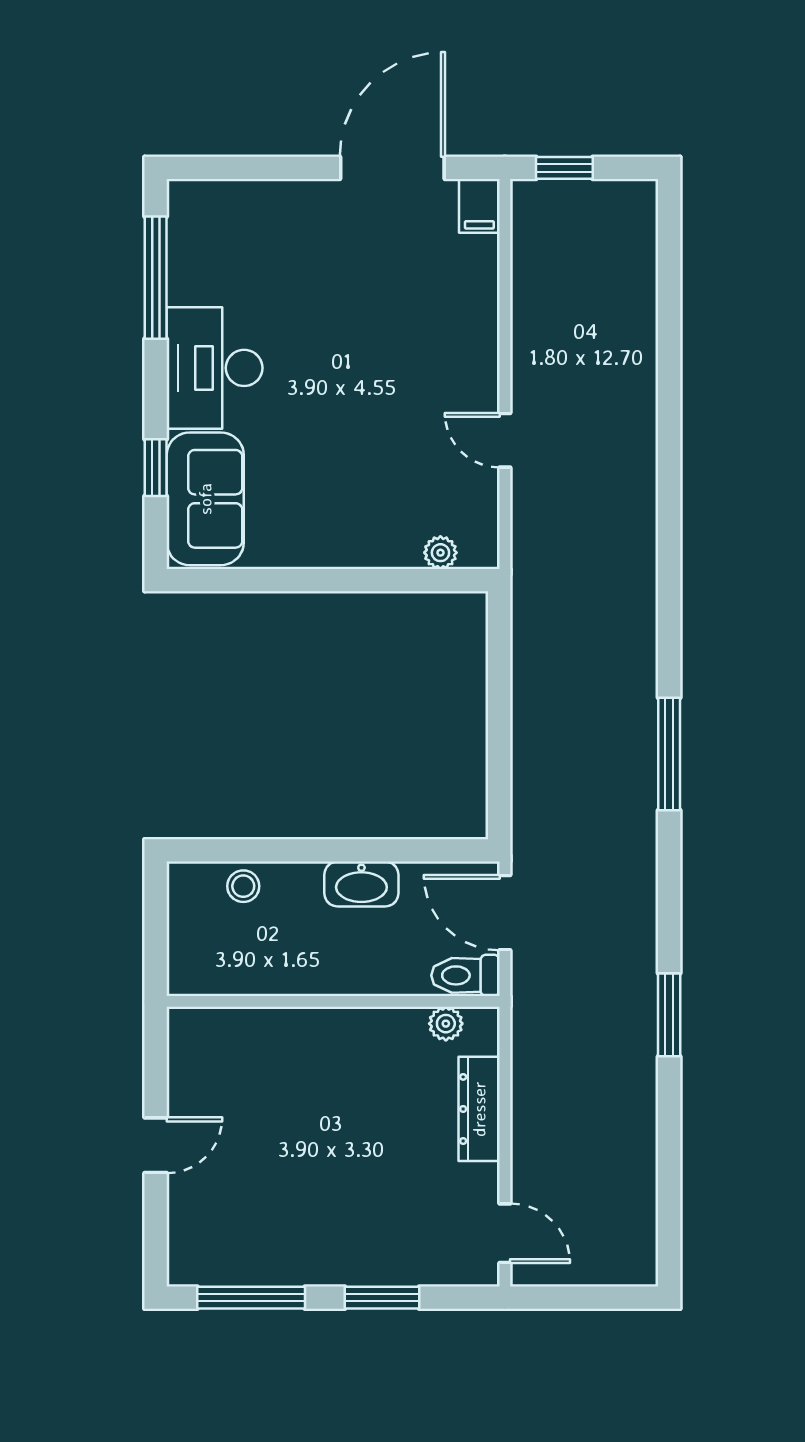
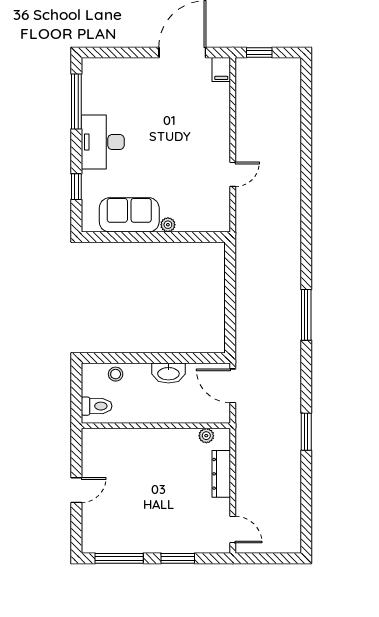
door: (505, 440) -> (233, 174), swing flipped
sofa: (205, 499) -> (129, 215), moved, turned -90
plant: (440, 553) -> (168, 225), moved
toilet: (465, 975) -> (97, 406), moved, turned 180

